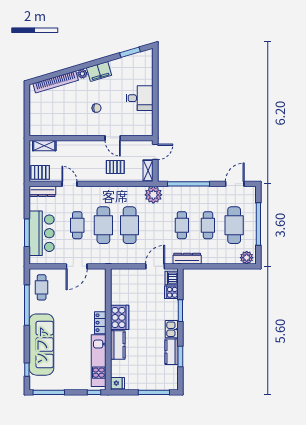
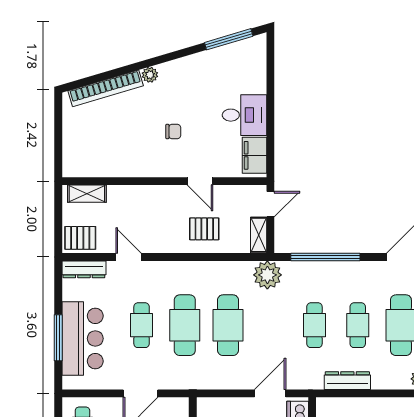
window: (130, 52) -> (229, 39), width x1.44
filing cabinet: (99, 71) -> (255, 155), moved, turned 106
dresser: (187, 259) -> (347, 381), moved

